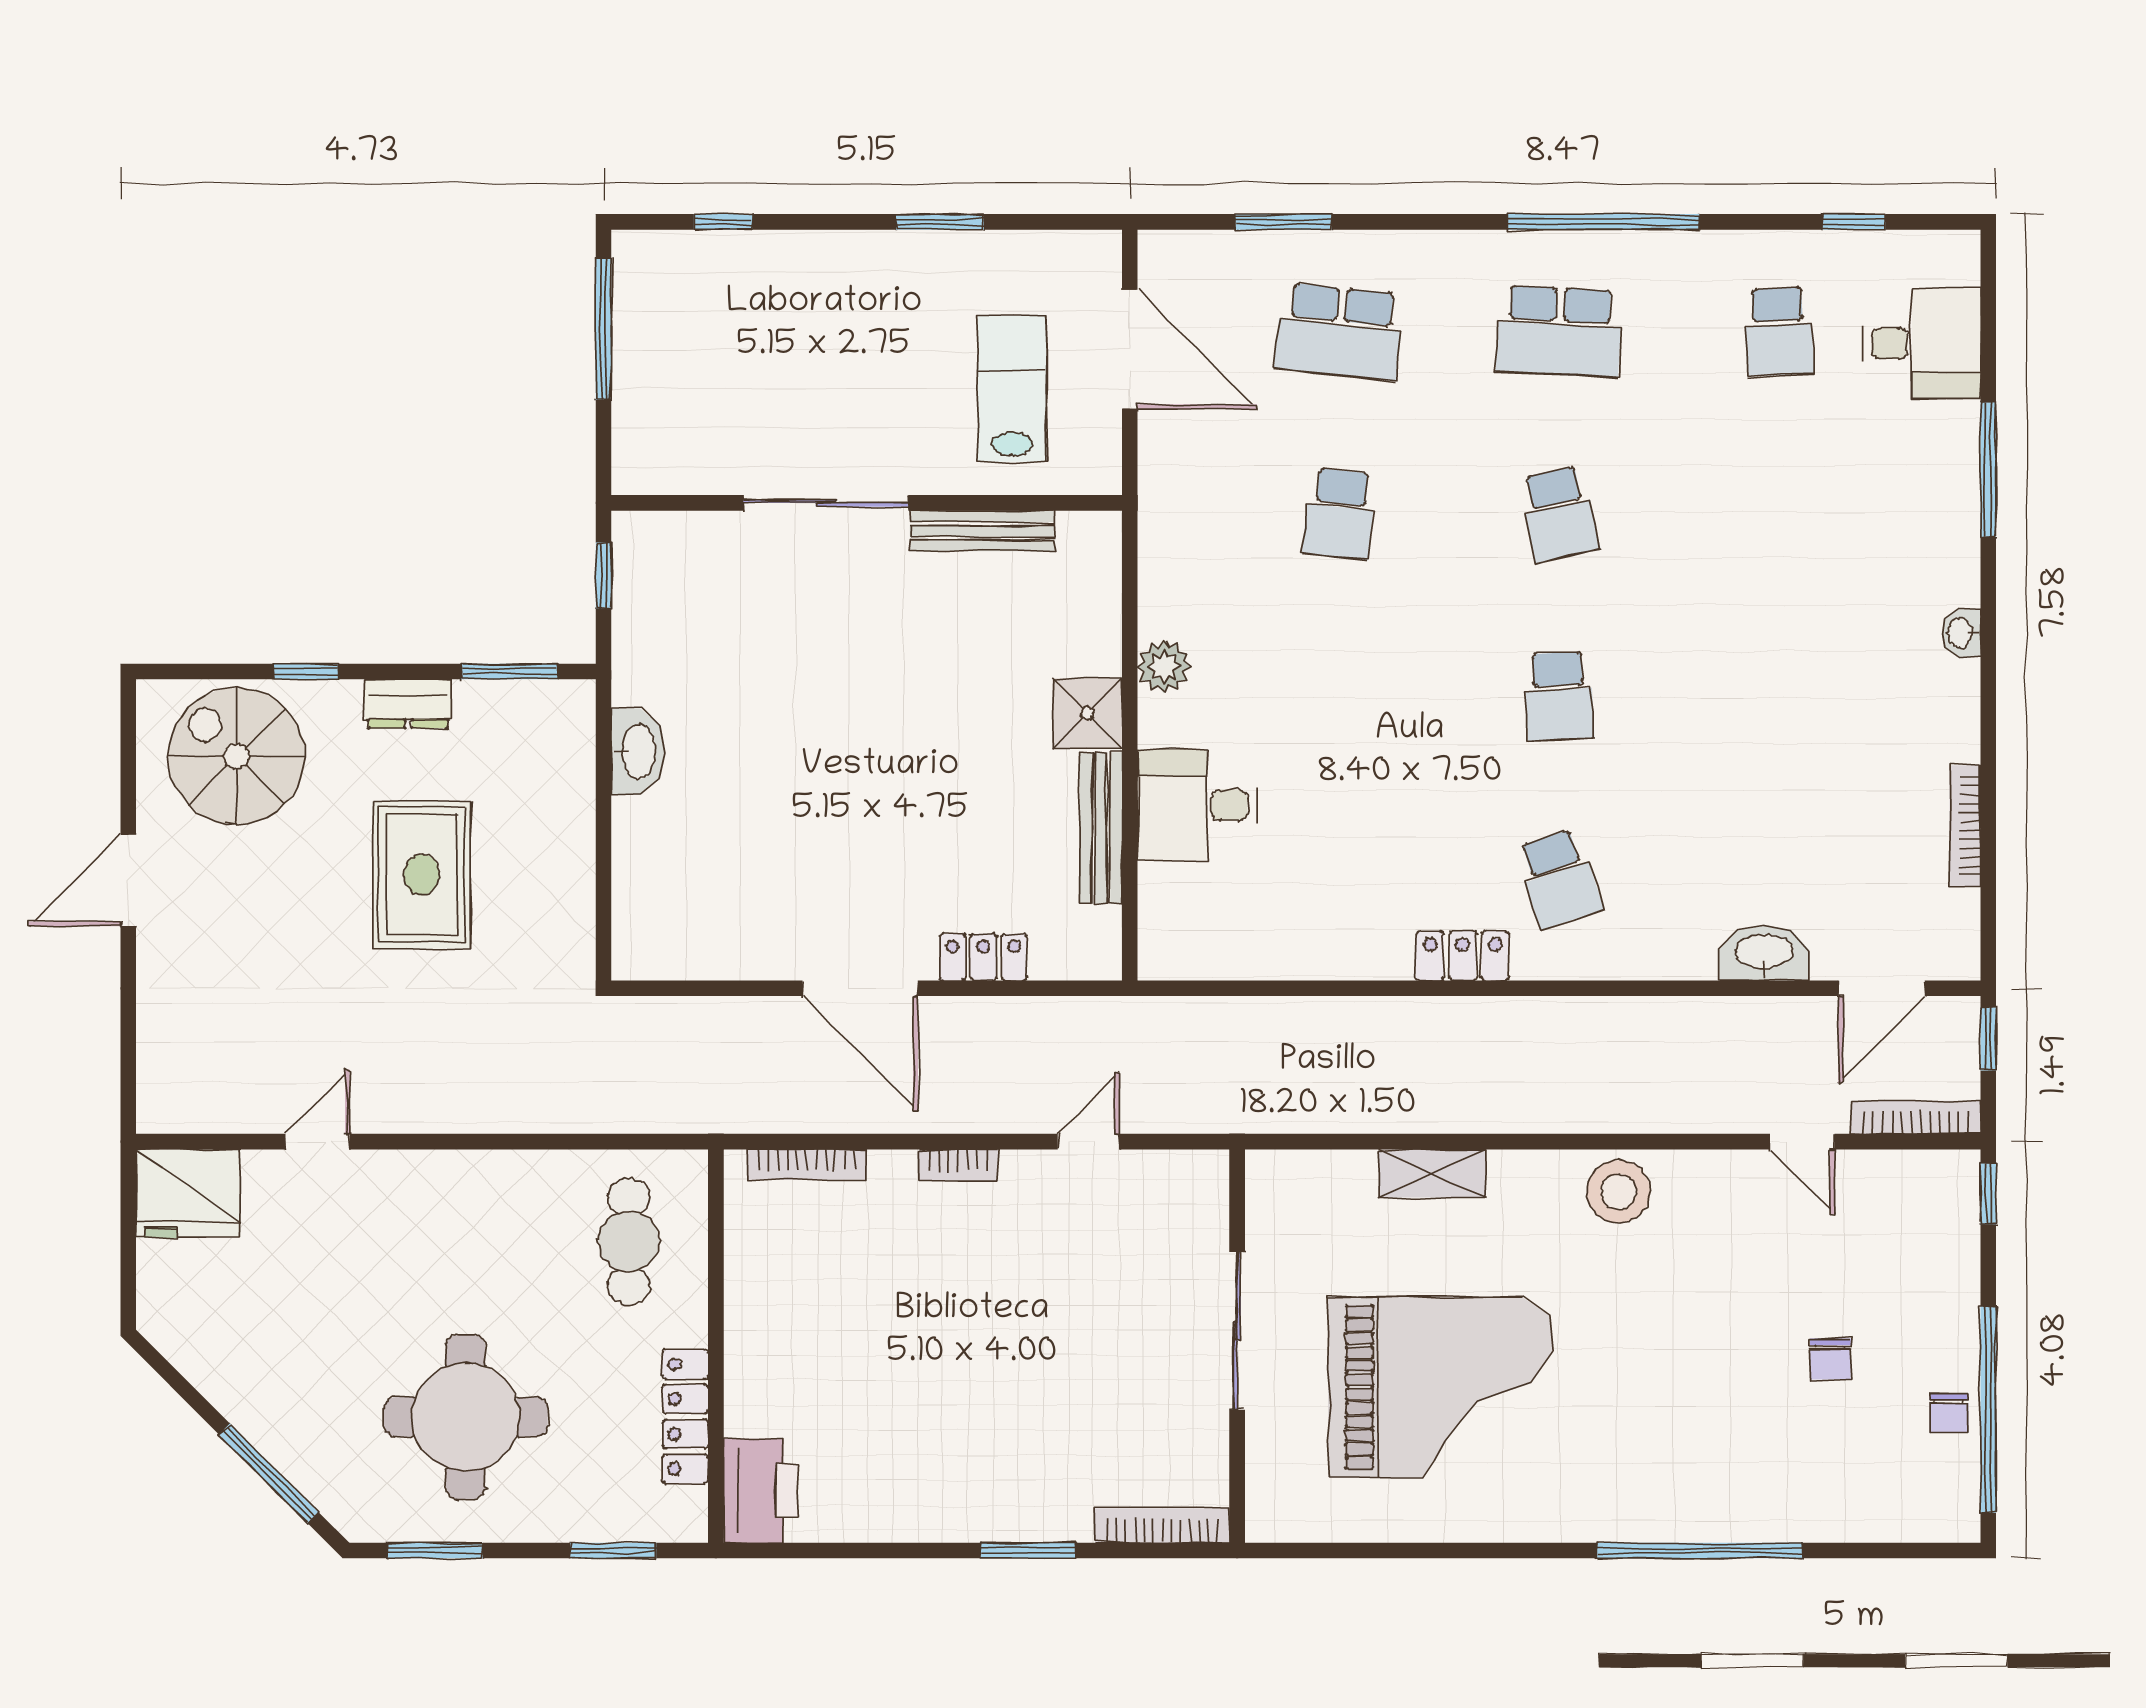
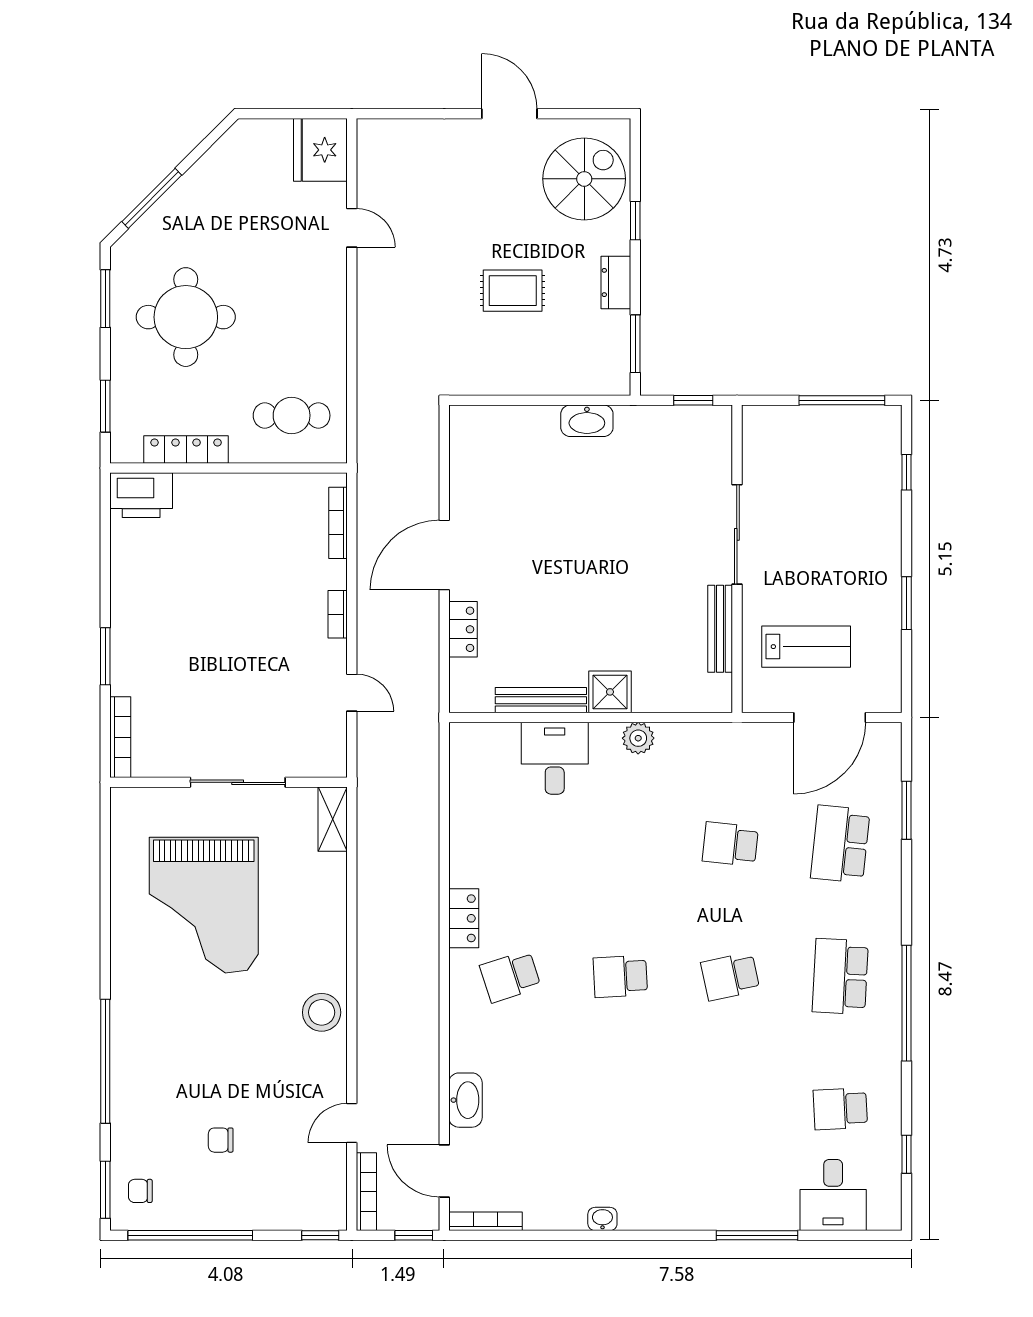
washbasin: (1961, 633) -> (602, 1219), moved
bookcase: (1965, 826) -> (485, 1221), moved
rug: (422, 875) -> (513, 291), width x0.73, depth x0.70
shelving: (1432, 1173) -> (333, 819), moved
chair: (1949, 1413) -> (140, 1191), moved
window: (1913, 1550) -> (105, 1190), added

